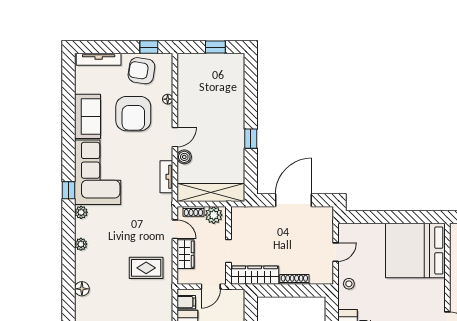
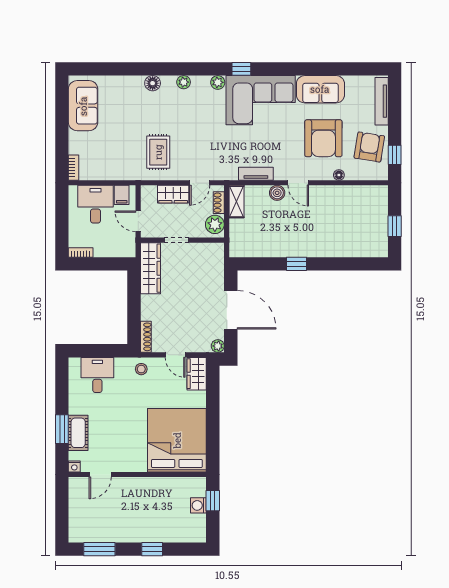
armchair: (133, 114) -> (323, 138), turned -90
shelving: (211, 193) -> (236, 202), width x0.45, depth x0.75
plant: (327, 212) -> (218, 346), added
wardrobe: (353, 232) -> (197, 374), added
shoe rack: (294, 279) -> (146, 337), moved
floor lamp: (82, 289) -> (153, 83), moved

